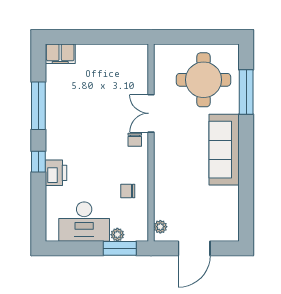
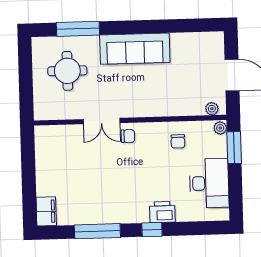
round table: (204, 80) -> (67, 71), width x0.73, depth x0.73
plant: (117, 235) -> (220, 128), moved

